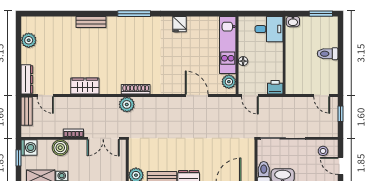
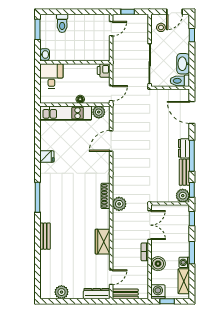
toilet: (328, 54) -> (62, 23), moved

